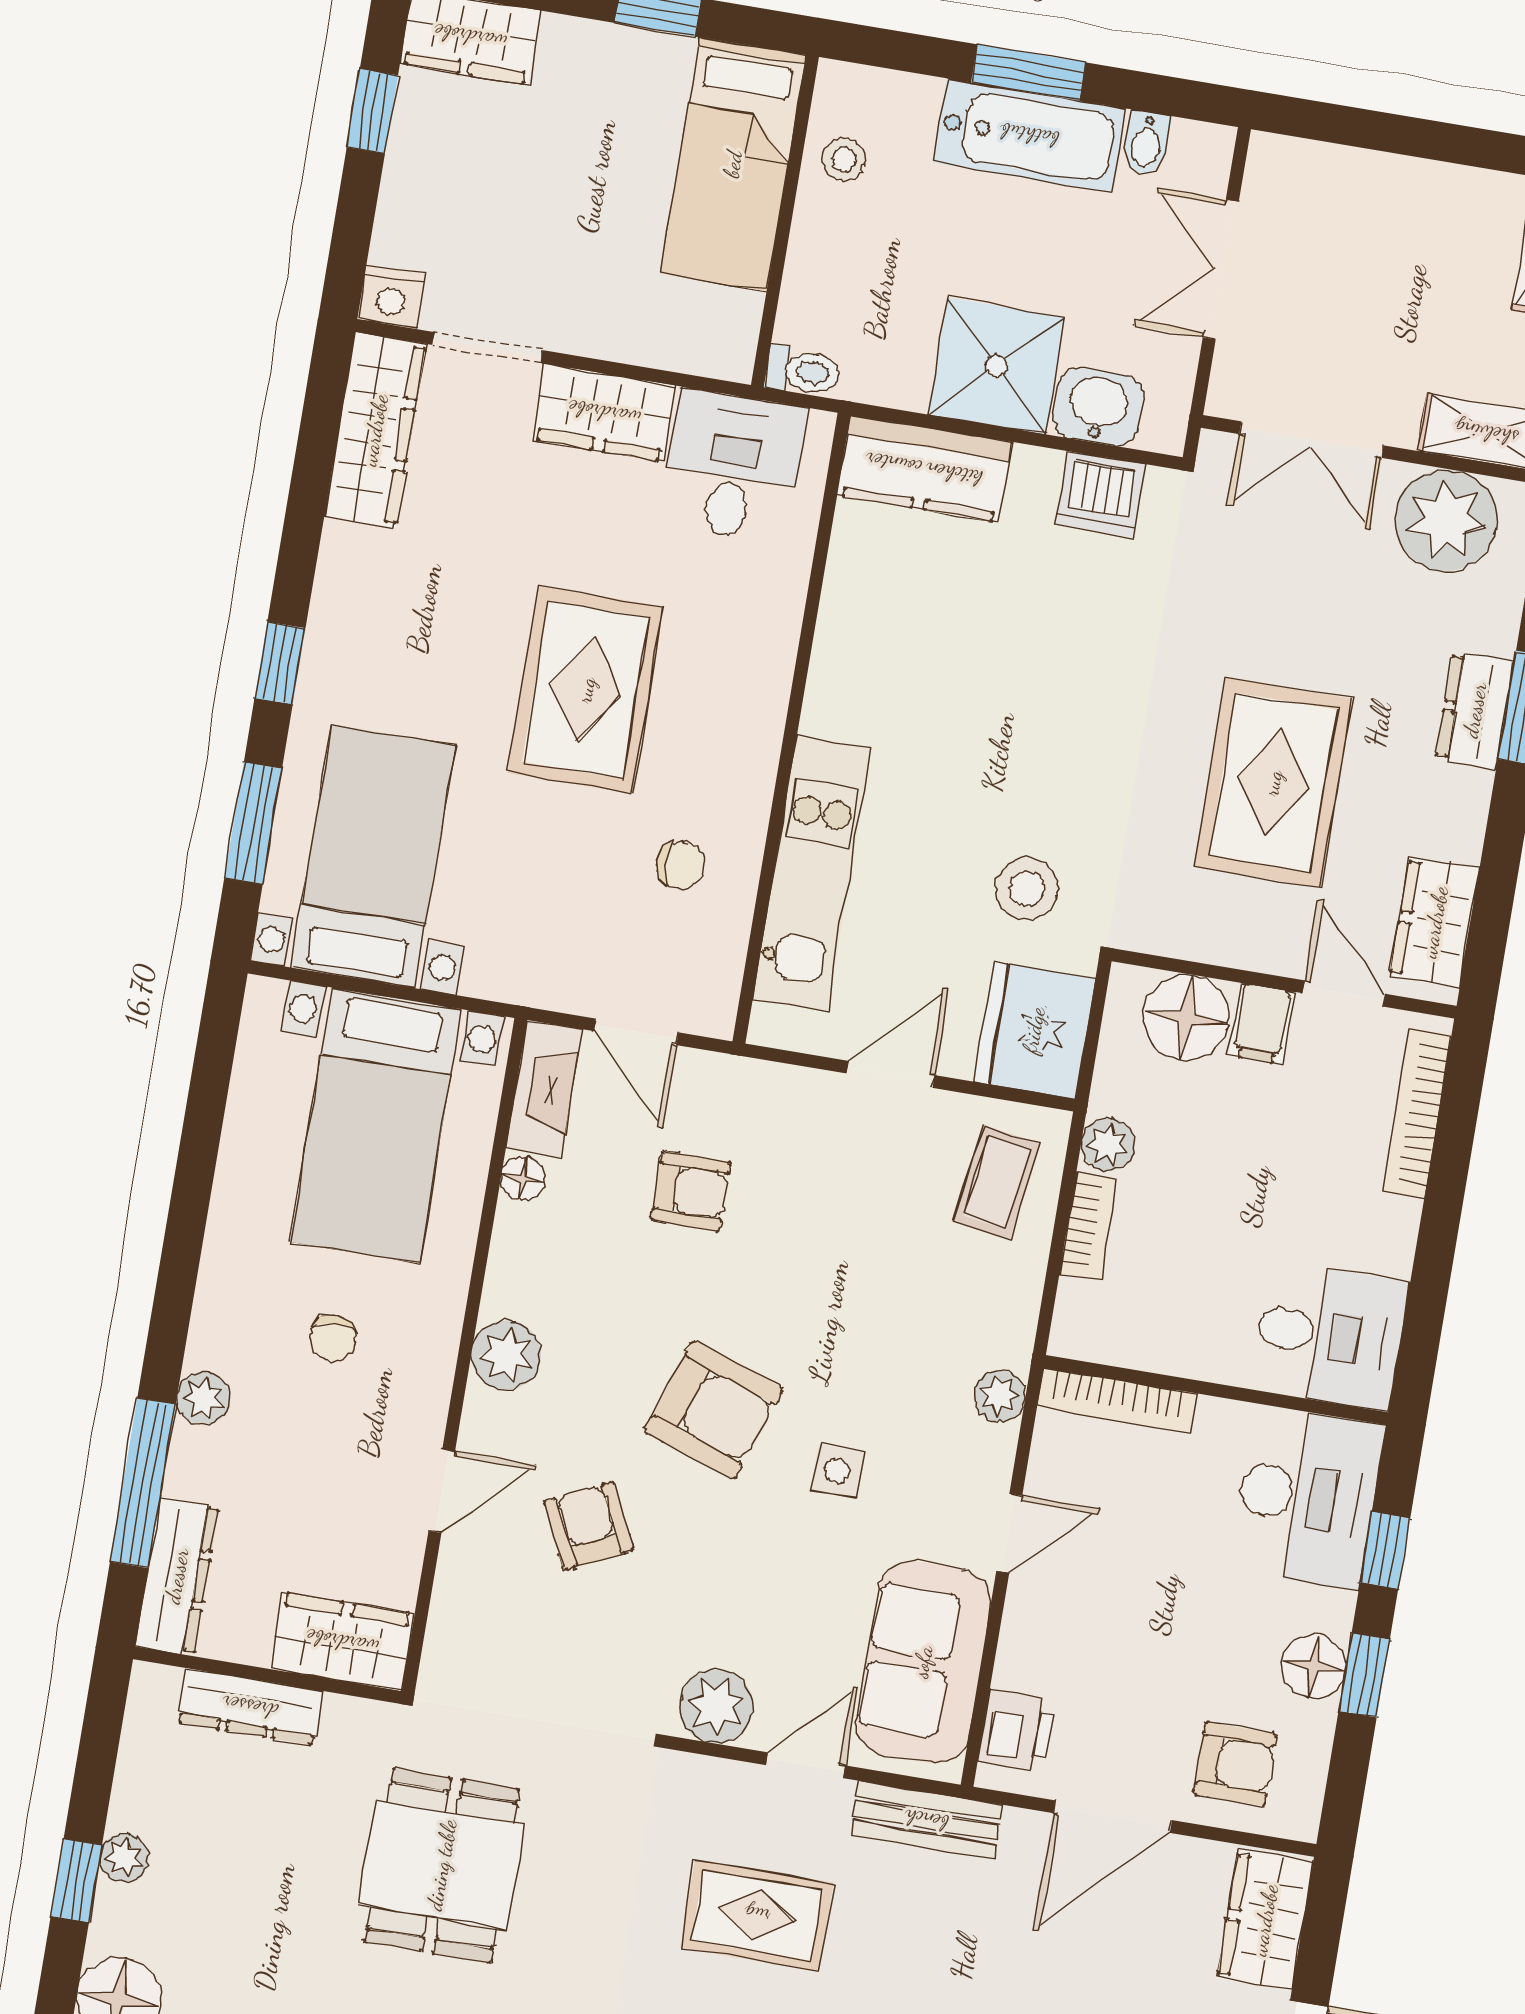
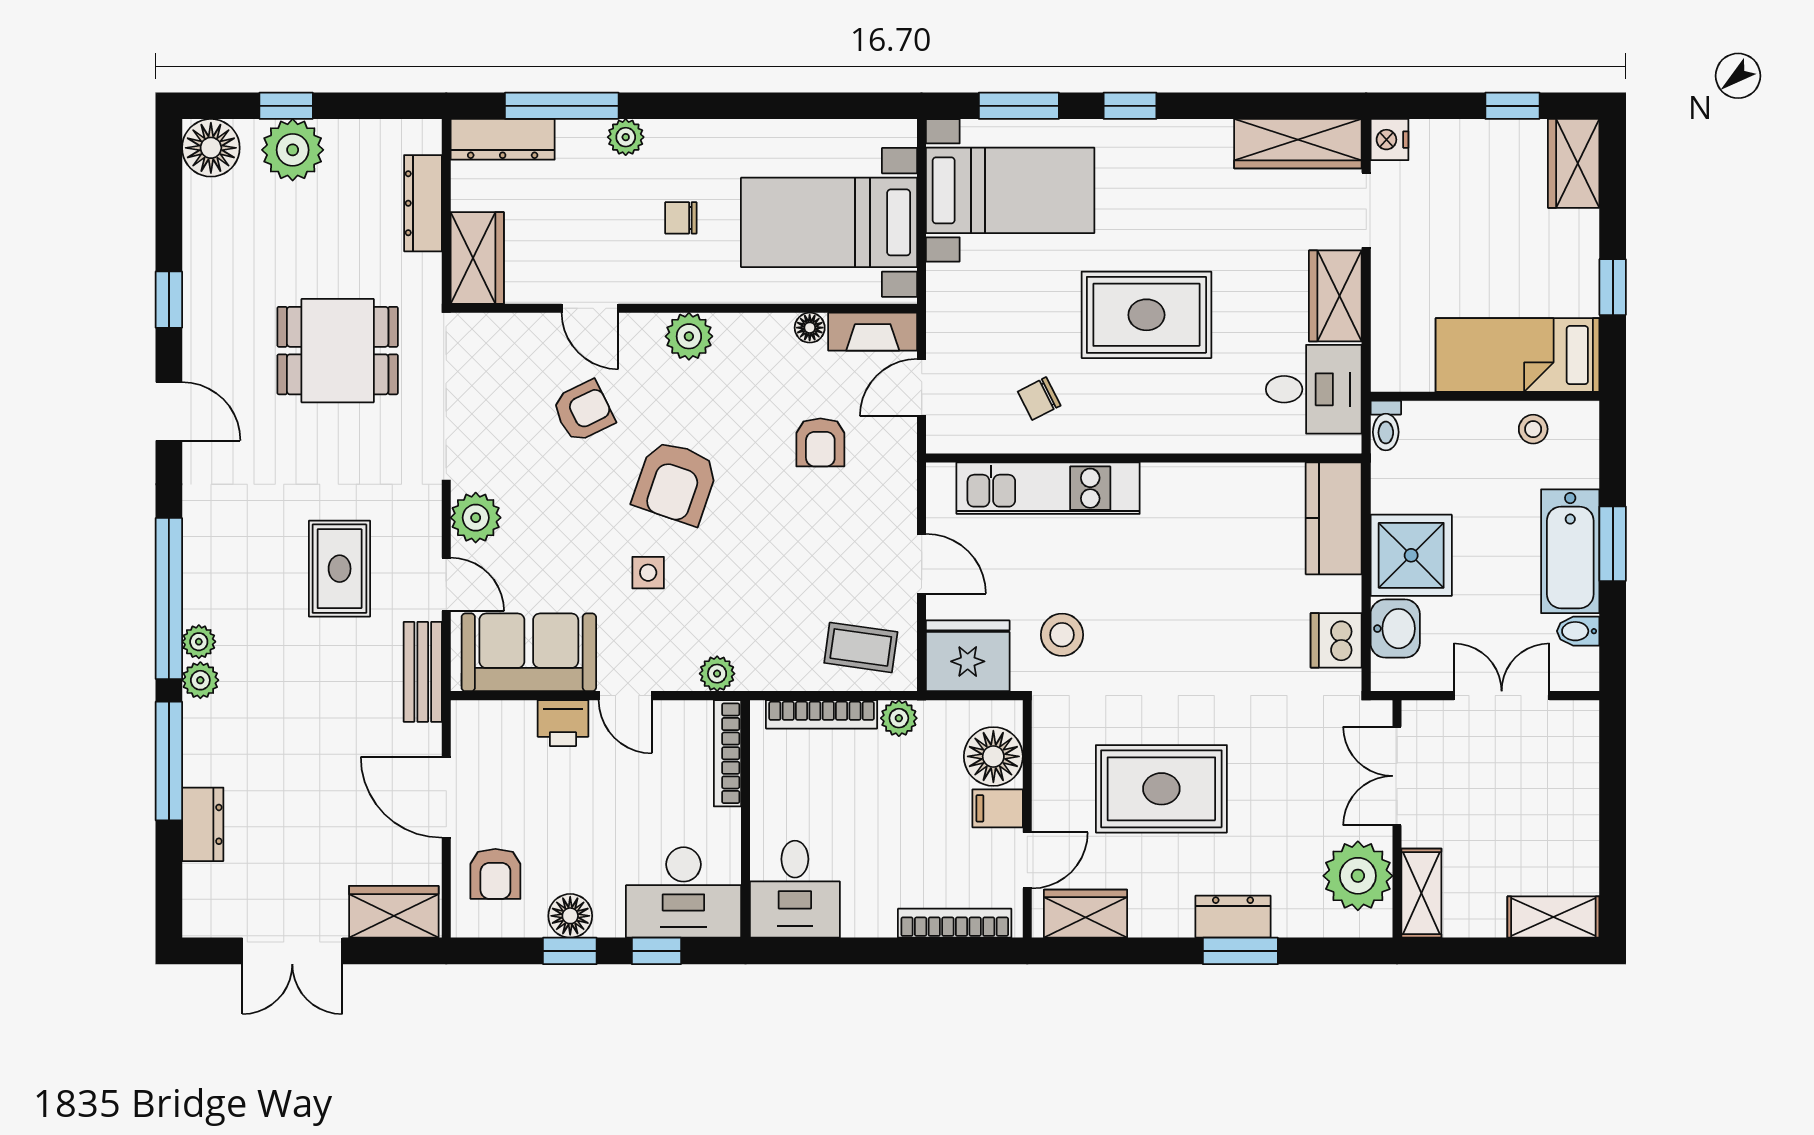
chair: (680, 865) -> (1039, 399), turned 63
bookcase: (1088, 1226) -> (822, 714), width x1.56
printer: (1017, 1730) -> (563, 723), moved
plant: (124, 1858) -> (293, 150), width x1.88, depth x1.88

